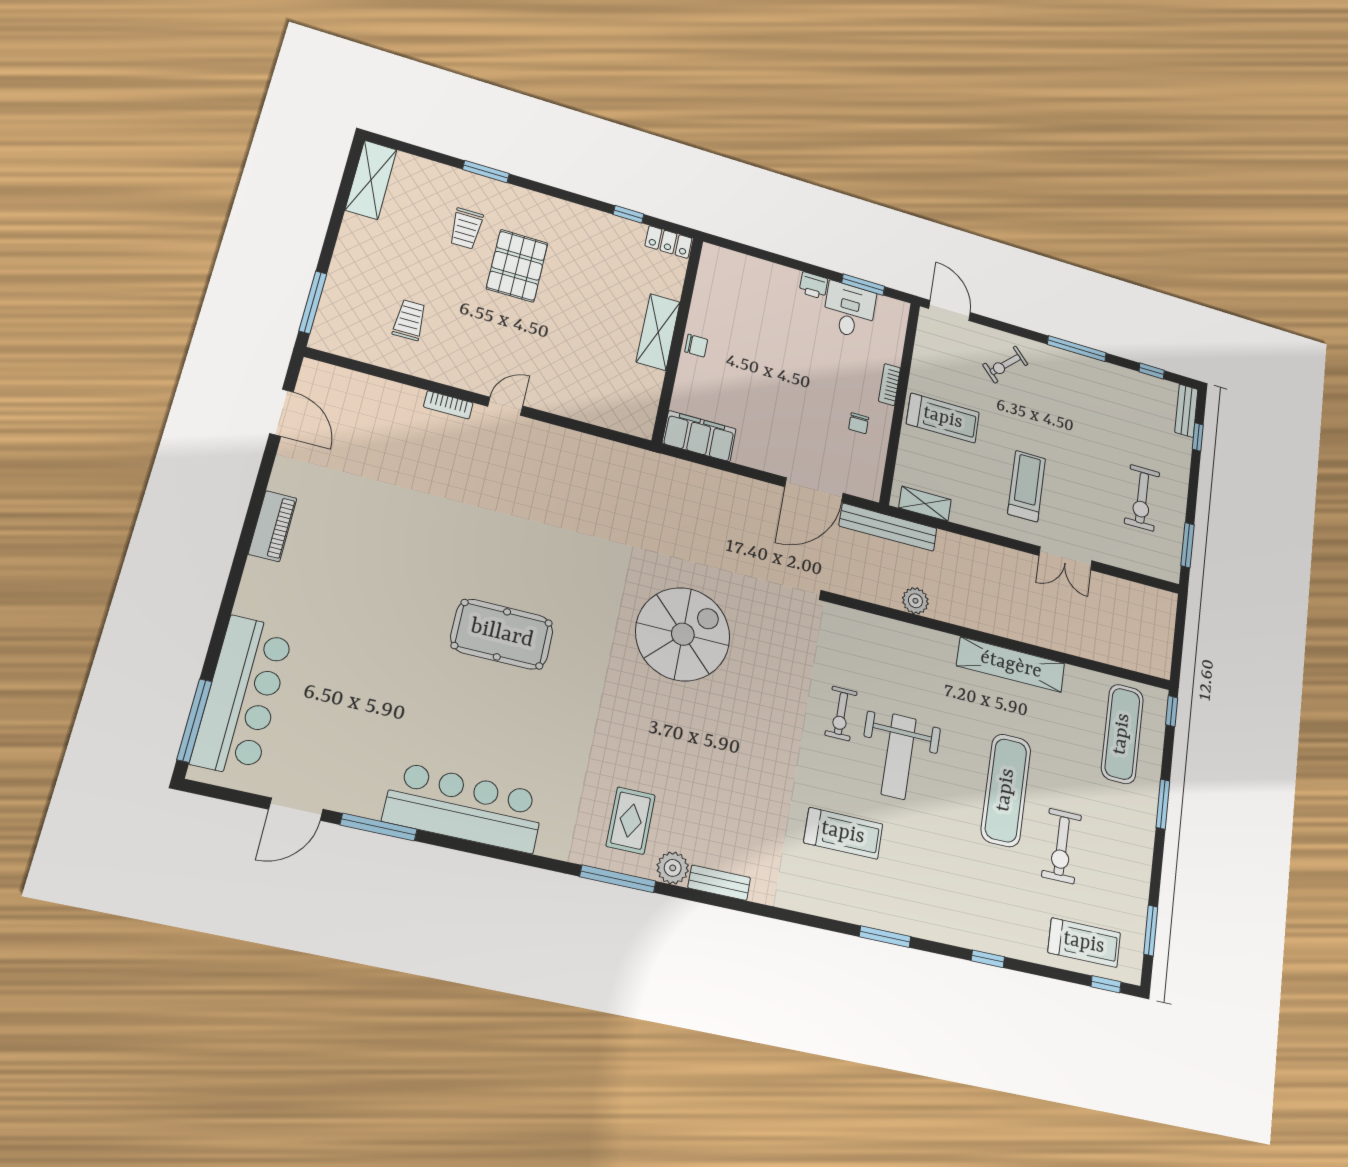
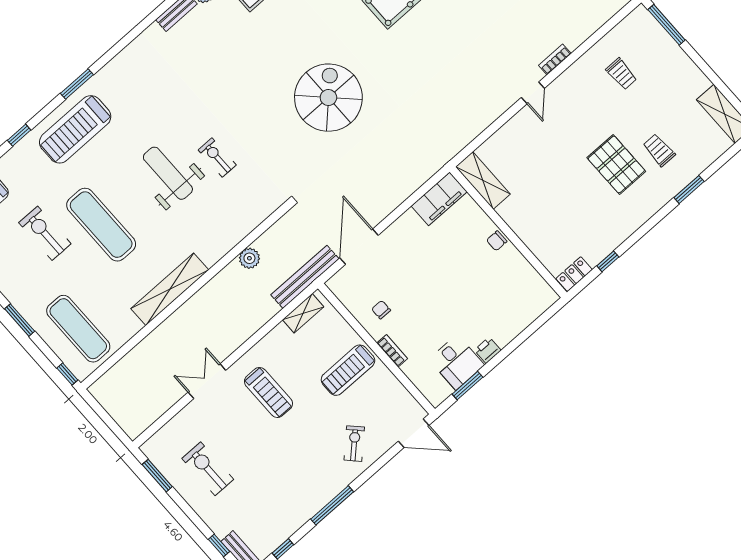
shelving: (658, 332) -> (483, 180), moved
spiral stairs: (683, 634) -> (328, 98), turned 180
treadmill: (843, 833) -> (75, 129), moved, width x1.37, depth x1.38

